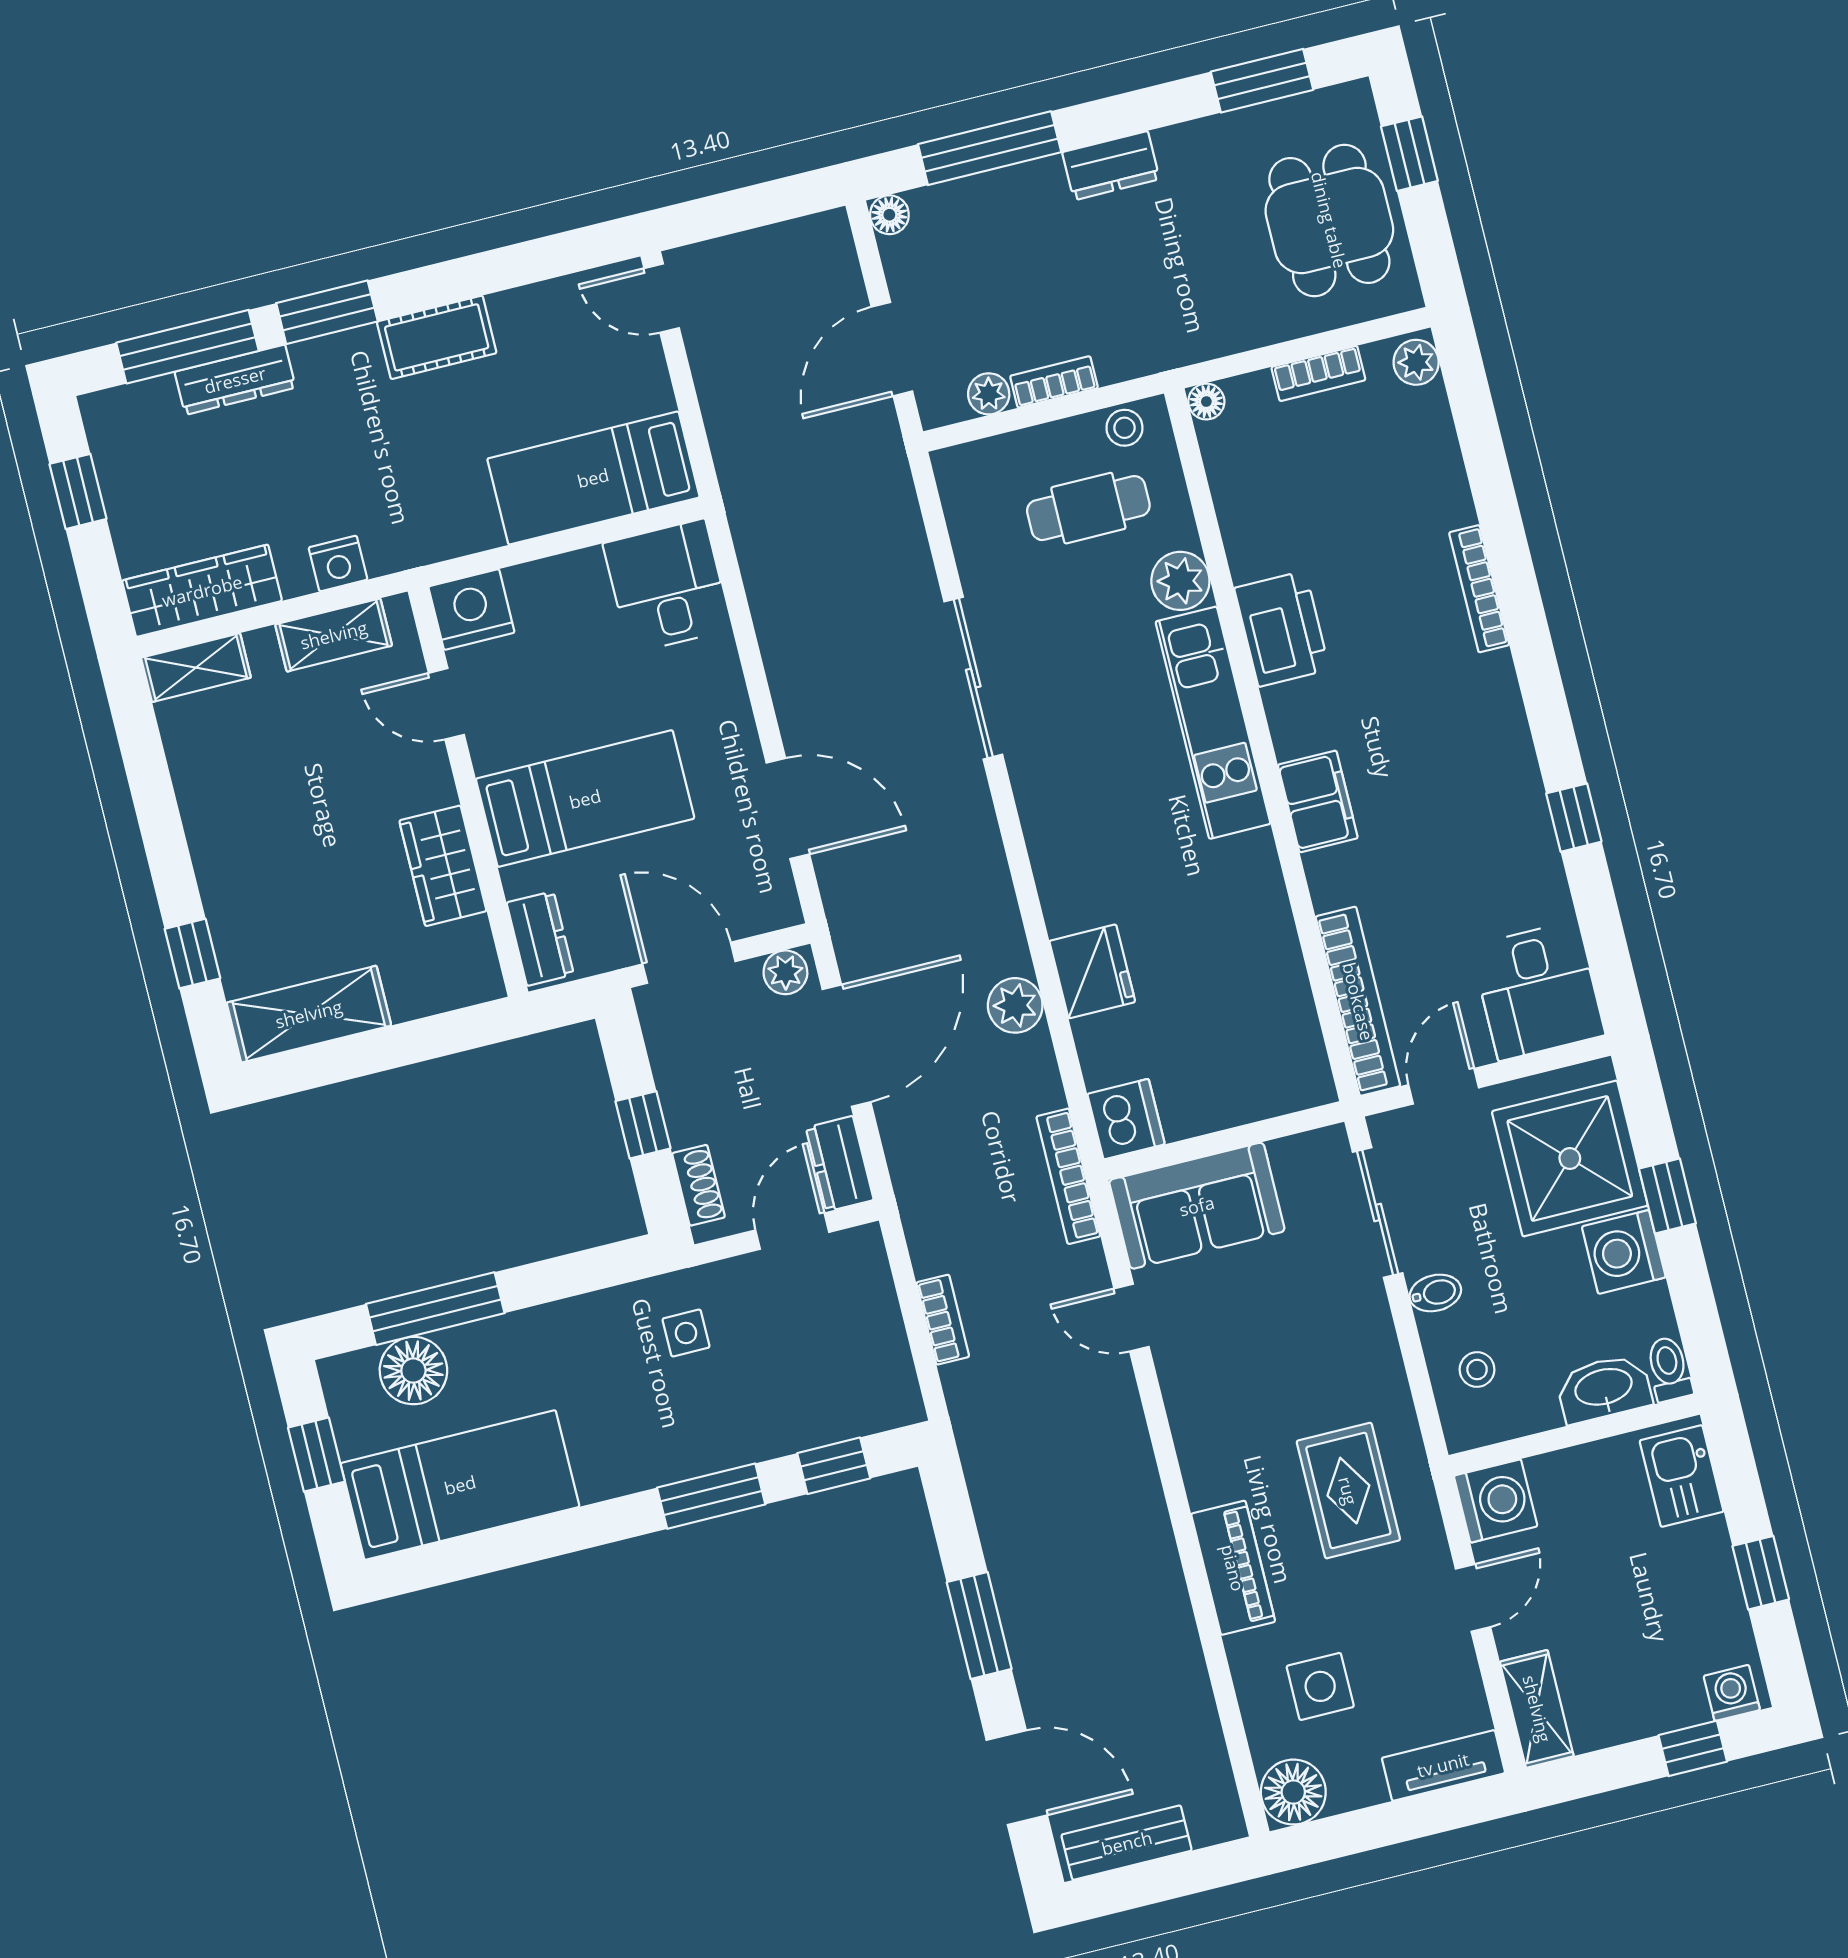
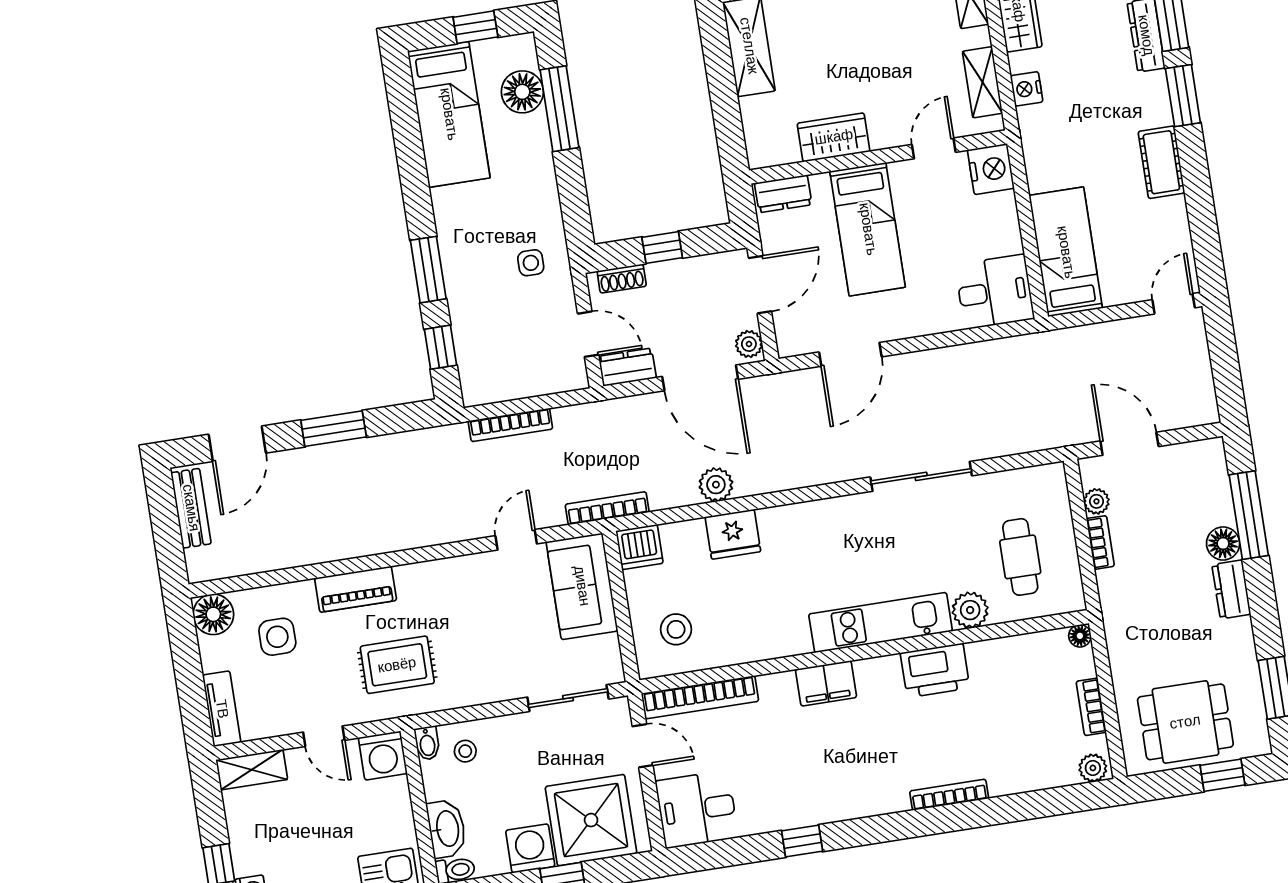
floor lamp: (889, 215) -> (1223, 543), moved, width x1.37, depth x1.37
stool: (1124, 428) -> (676, 629), moved, width x1.37, depth x1.37
bidet: (1435, 1293) -> (427, 743), moved
bookcase: (943, 1320) -> (510, 425), width x1.56

